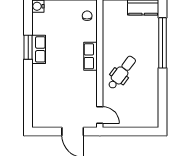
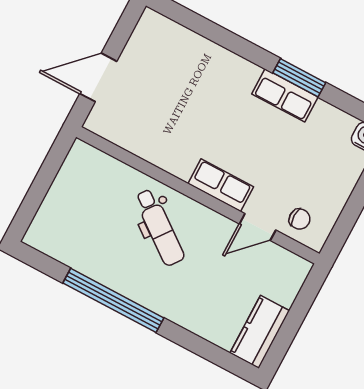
window: (163, 43) -> (113, 300), moved
door: (100, 115) -> (258, 227), moved

